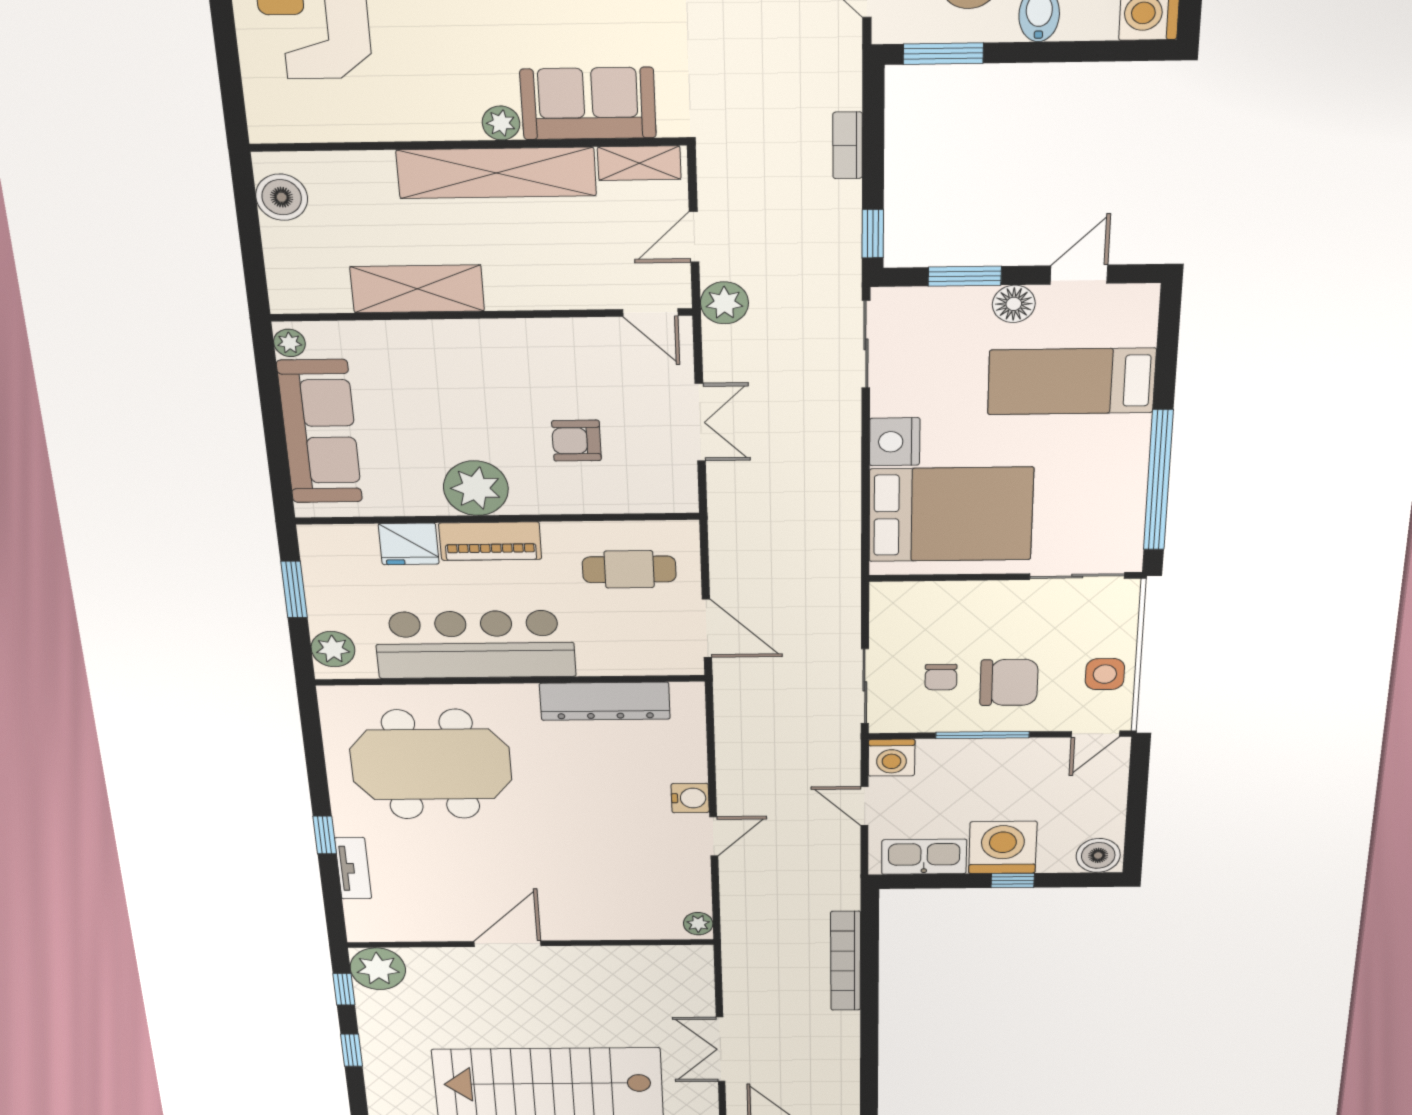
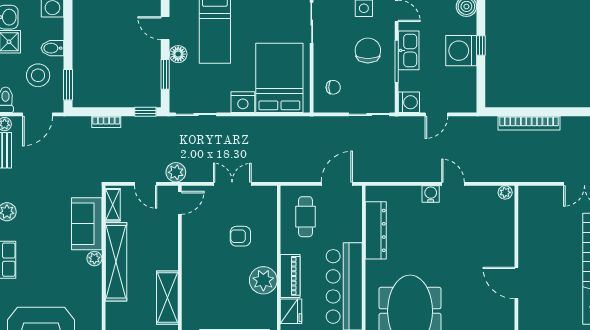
armchair: (576, 441) -> (240, 236), turned 90
chair: (941, 677) -> (333, 87), moved
kitchen sink: (924, 857) -> (409, 50), moved, turned 180

